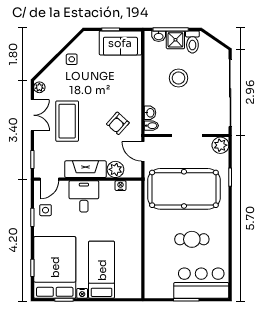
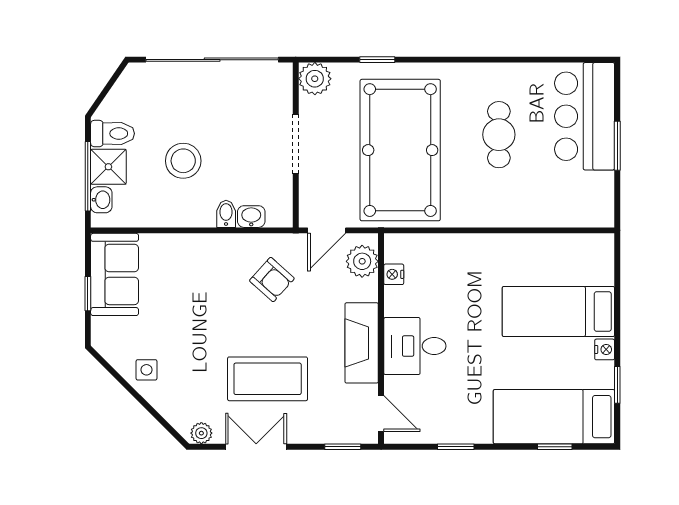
bidet: (151, 126) -> (226, 214), moved
plant: (115, 169) -> (362, 261), moved
side table: (46, 210) -> (442, 421), removed
bed: (55, 267) -> (554, 417), width x0.67

